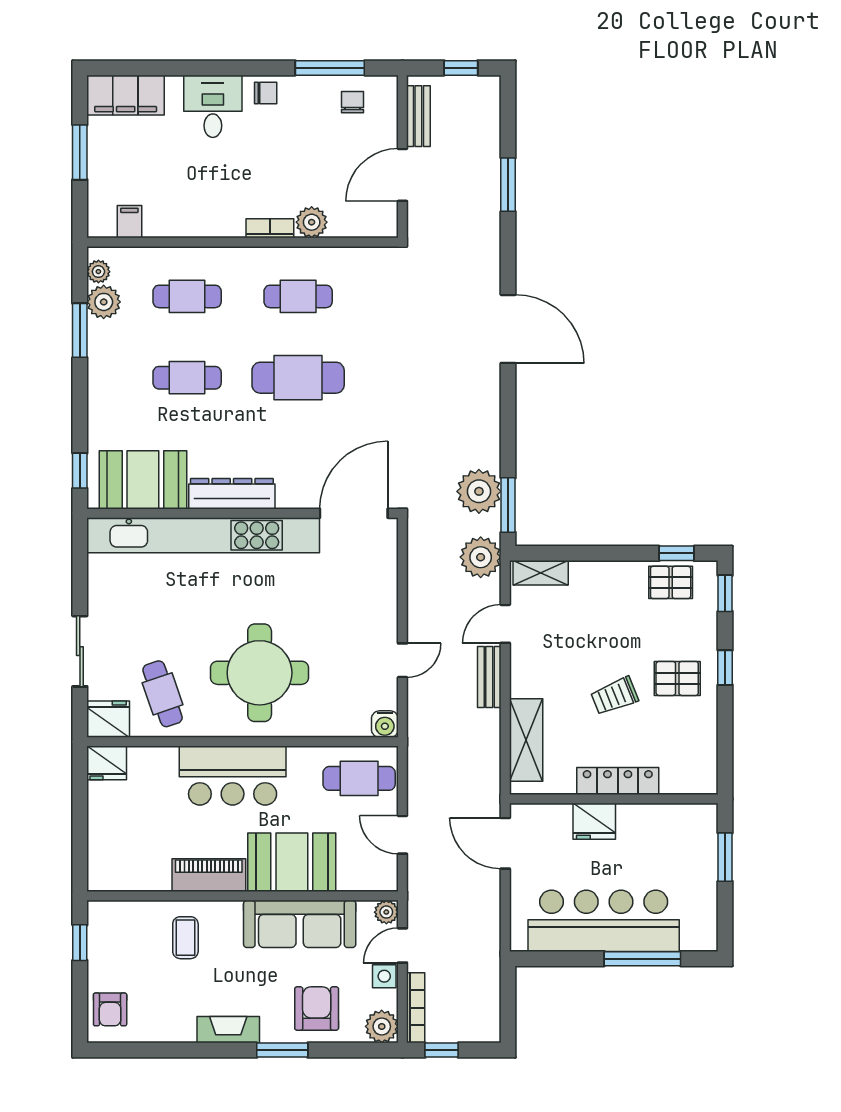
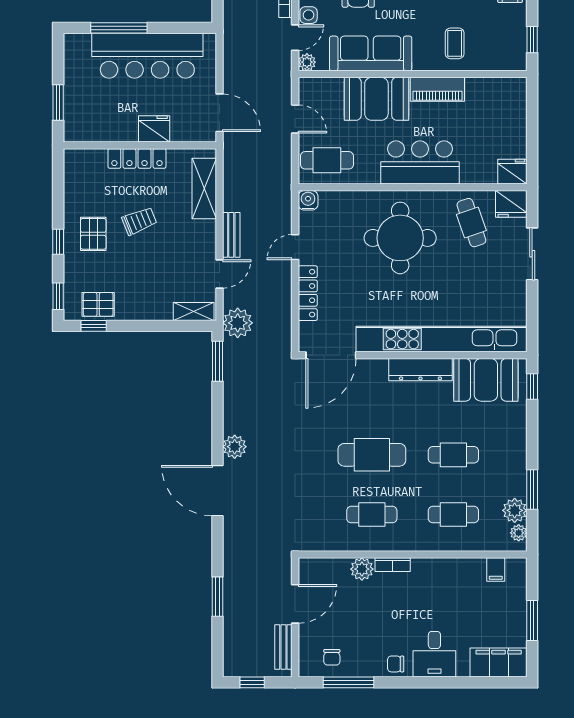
plant: (479, 491) -> (235, 447), moved, width x0.73, depth x0.73
locker: (385, 598) -> (308, 293), added
pallet: (677, 678) -> (93, 234), turned 90

